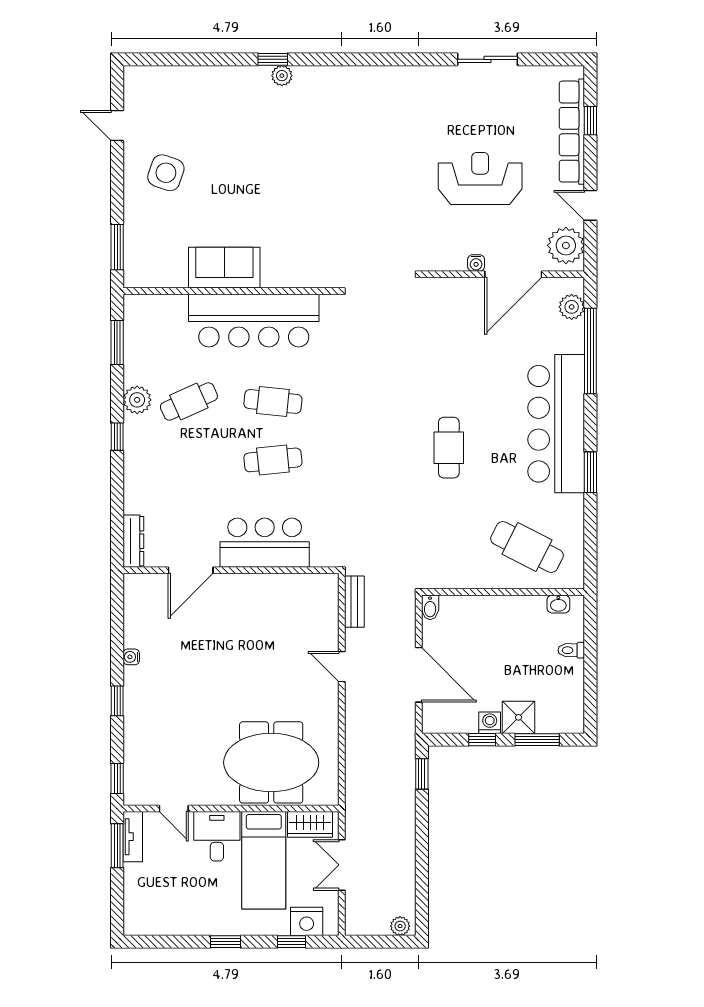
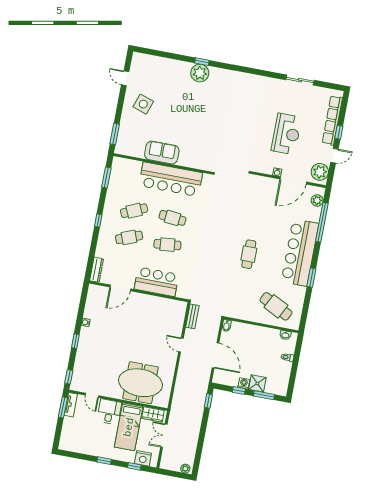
plant: (282, 76) -> (200, 73), width x1.87, depth x1.87
window: (590, 121) -> (339, 132), moved
reception desk: (480, 178) -> (286, 134), turned 90
door: (590, 205) -> (334, 156), swing flipped
plant: (137, 400) -> (111, 205), removed
cafe table: (189, 460) -> (129, 237), added

